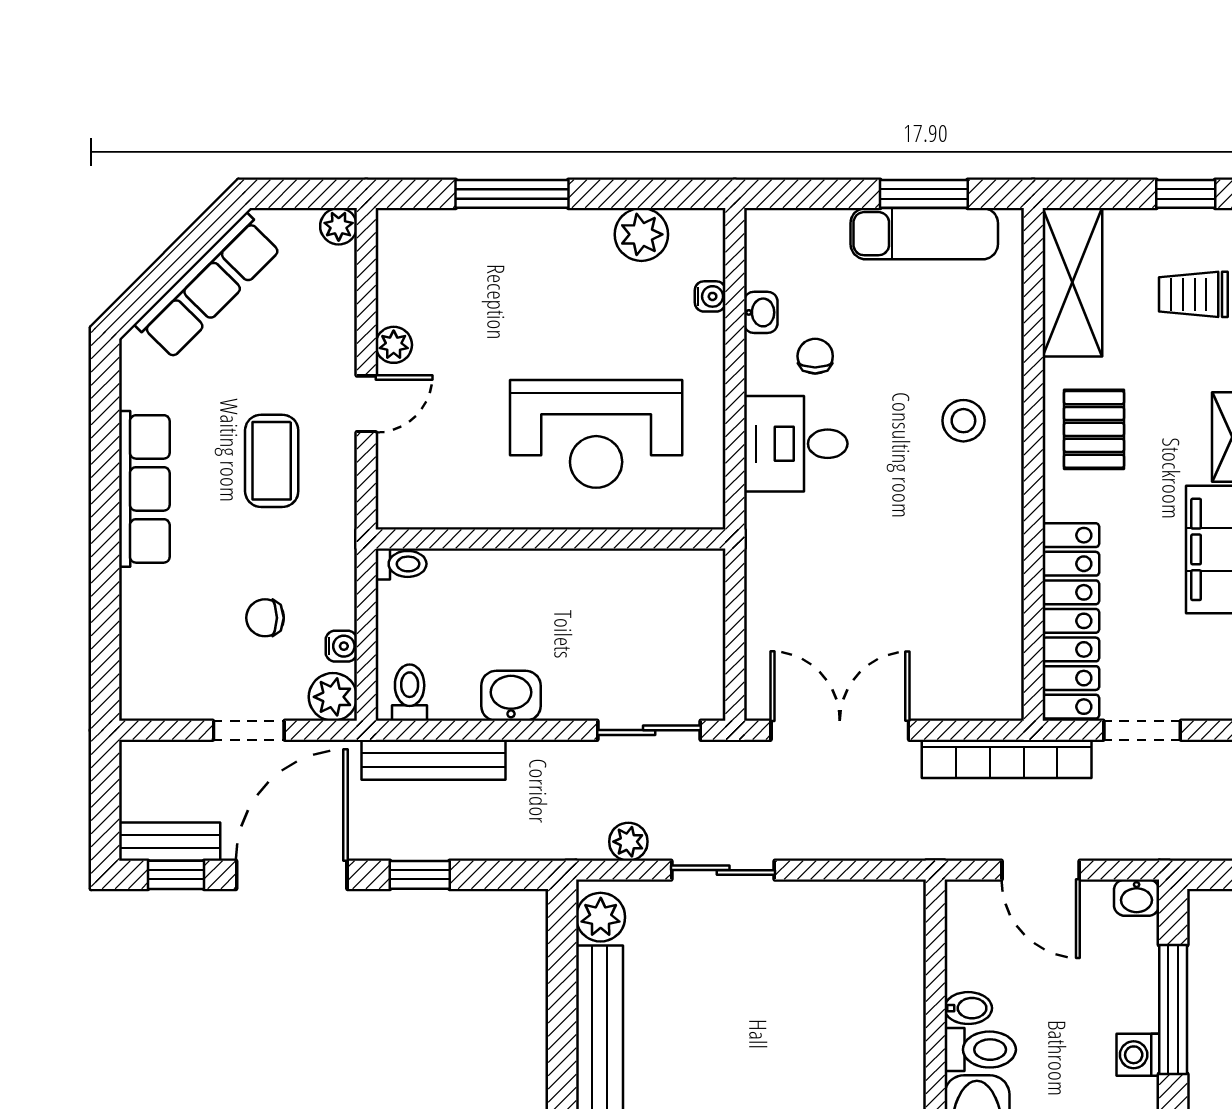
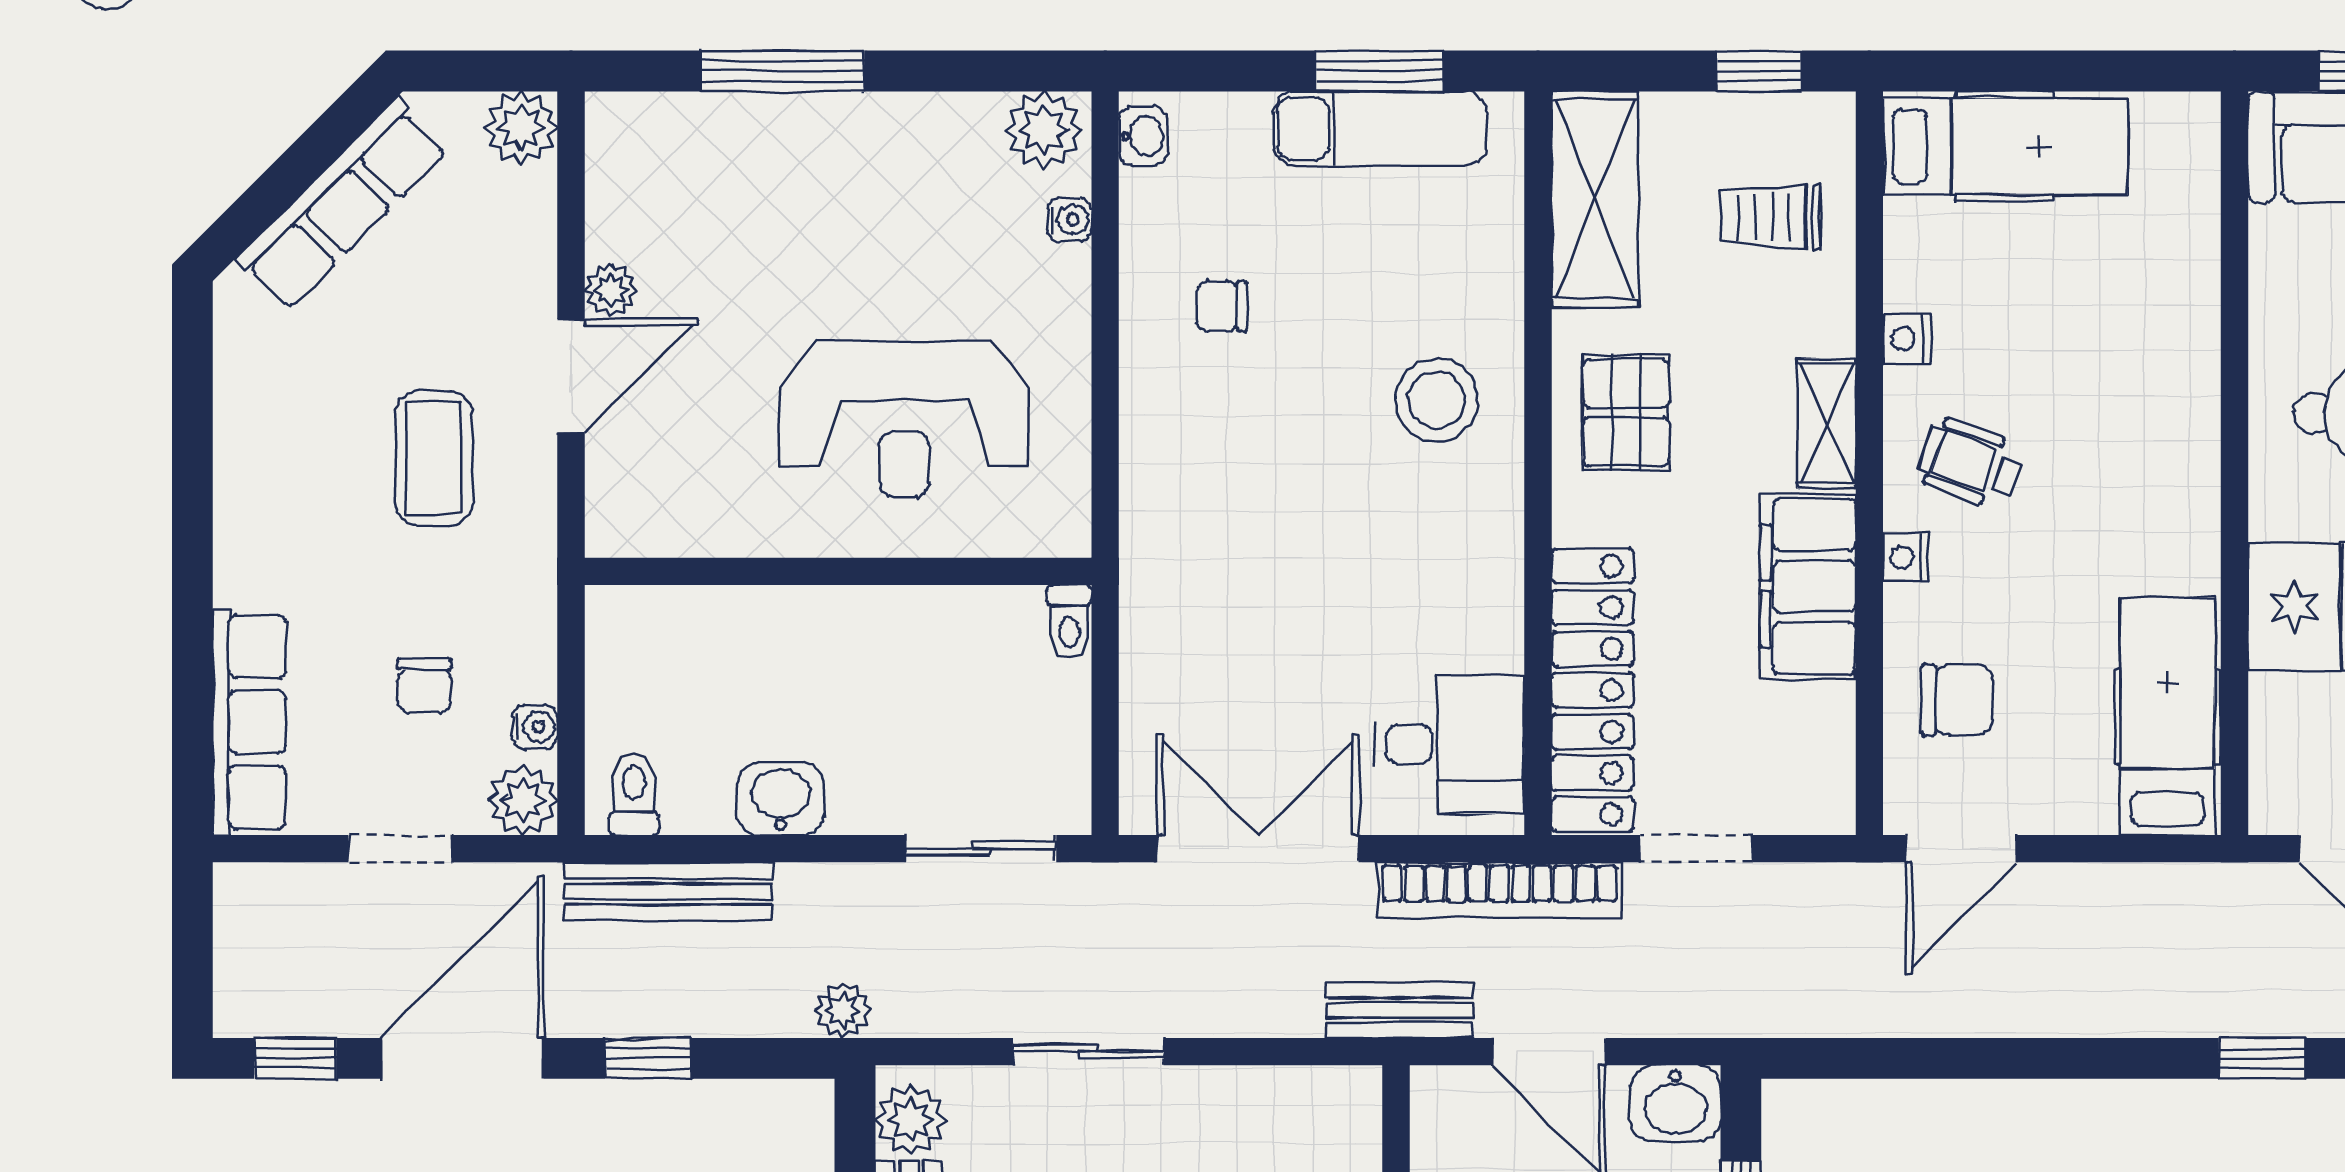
plant: (339, 226) -> (521, 128), width x1.38, depth x1.38
plant: (641, 234) -> (1044, 130), moved
washbasin: (761, 312) -> (1143, 136), moved
chair: (815, 356) -> (1222, 306), turned -90
door: (366, 404) -> (571, 376), width x1.38
stool: (963, 421) -> (1437, 400), width x1.38, depth x1.38
desk: (796, 444) -> (1450, 744), moved, turned 180
row of seats: (144, 489) -> (249, 722), moved
toilet: (401, 564) -> (1069, 622), moved, turned 90
chair: (265, 618) -> (424, 686), turned -90
bench: (170, 842) -> (1399, 1010), moved
plant: (628, 842) -> (843, 1010), moved
washbasin: (1137, 898) -> (1675, 1103), width x1.38, depth x1.45

